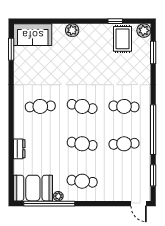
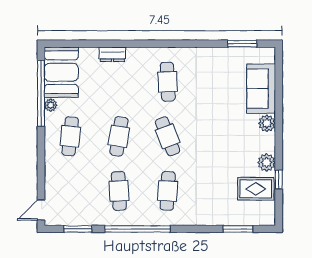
plant: (144, 31) -> (267, 162), moved
sofa: (33, 35) -> (261, 89), moved
cafe table: (82, 106) -> (168, 136), turned -33

